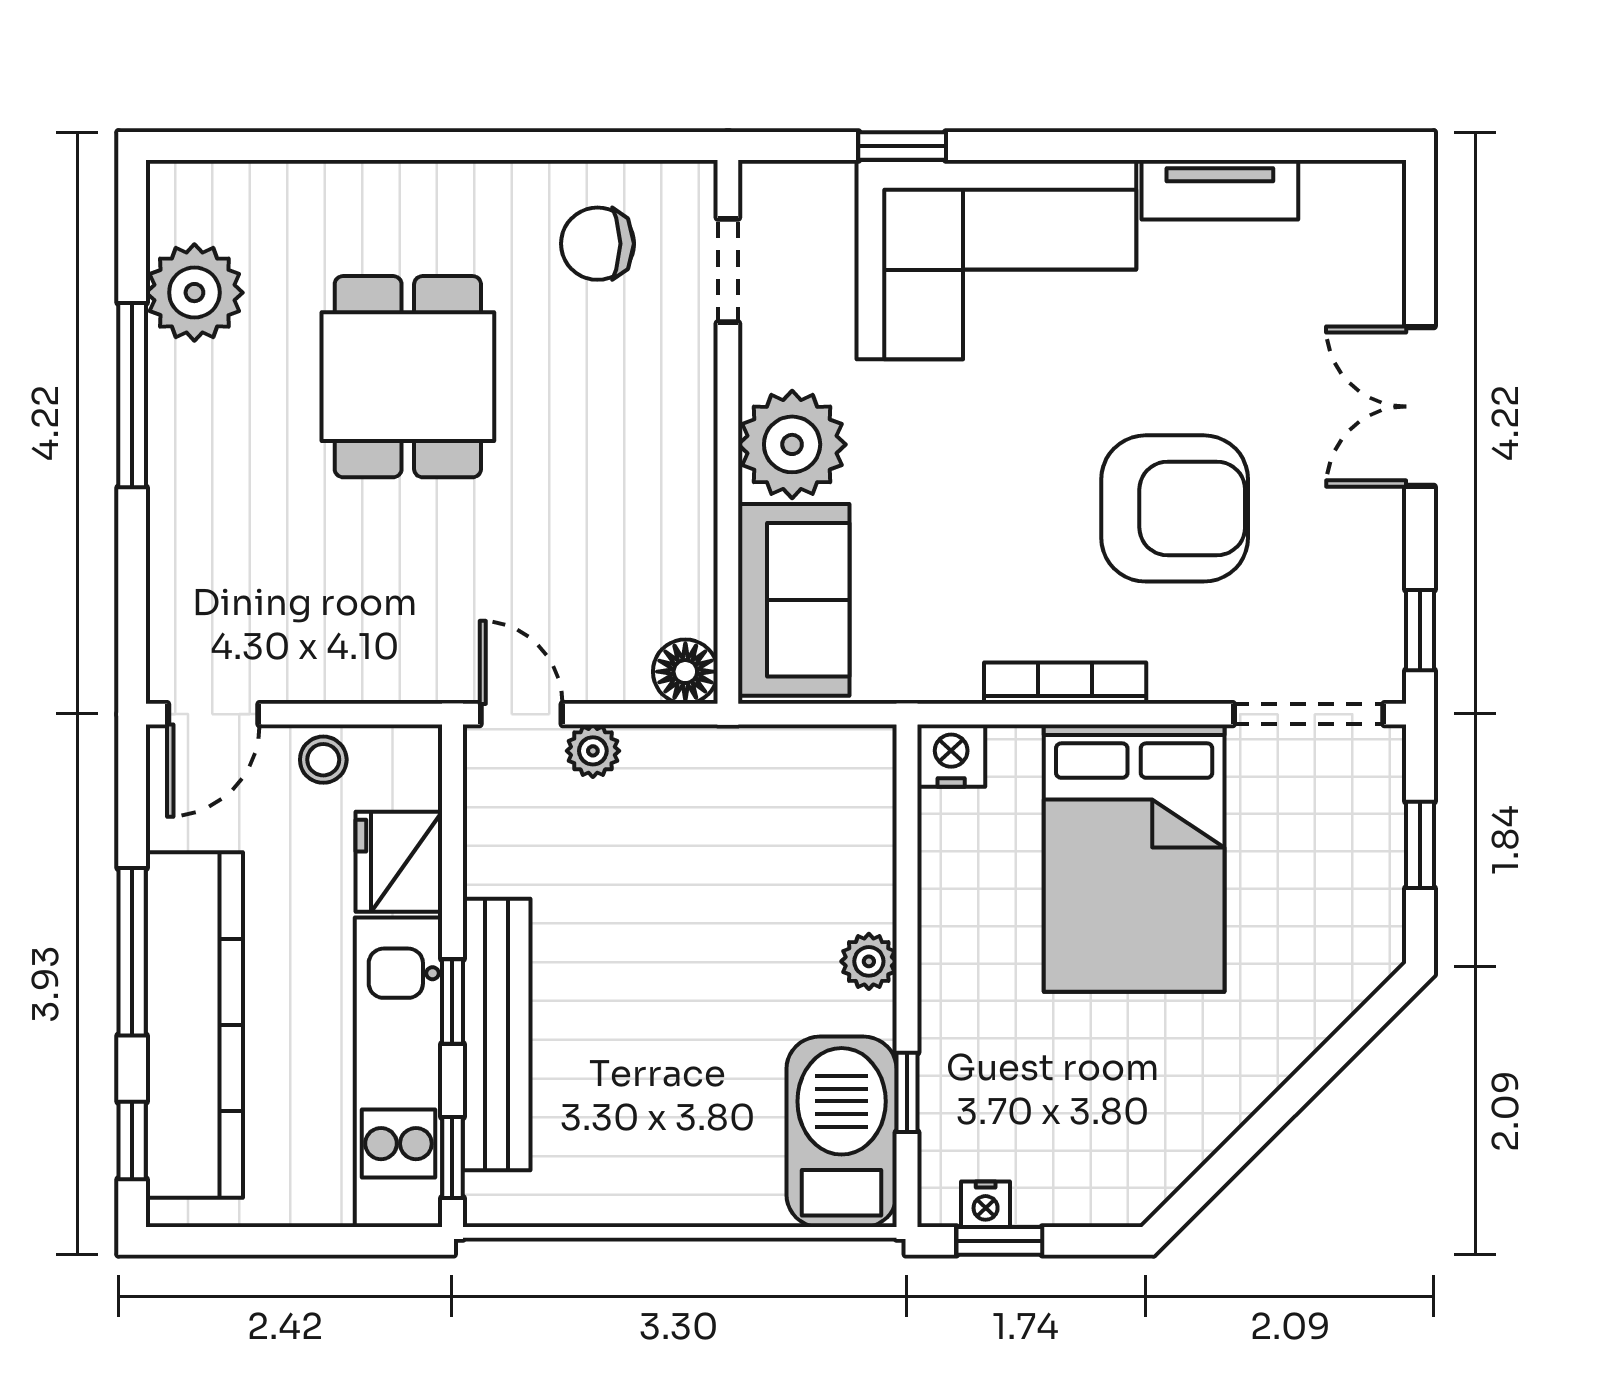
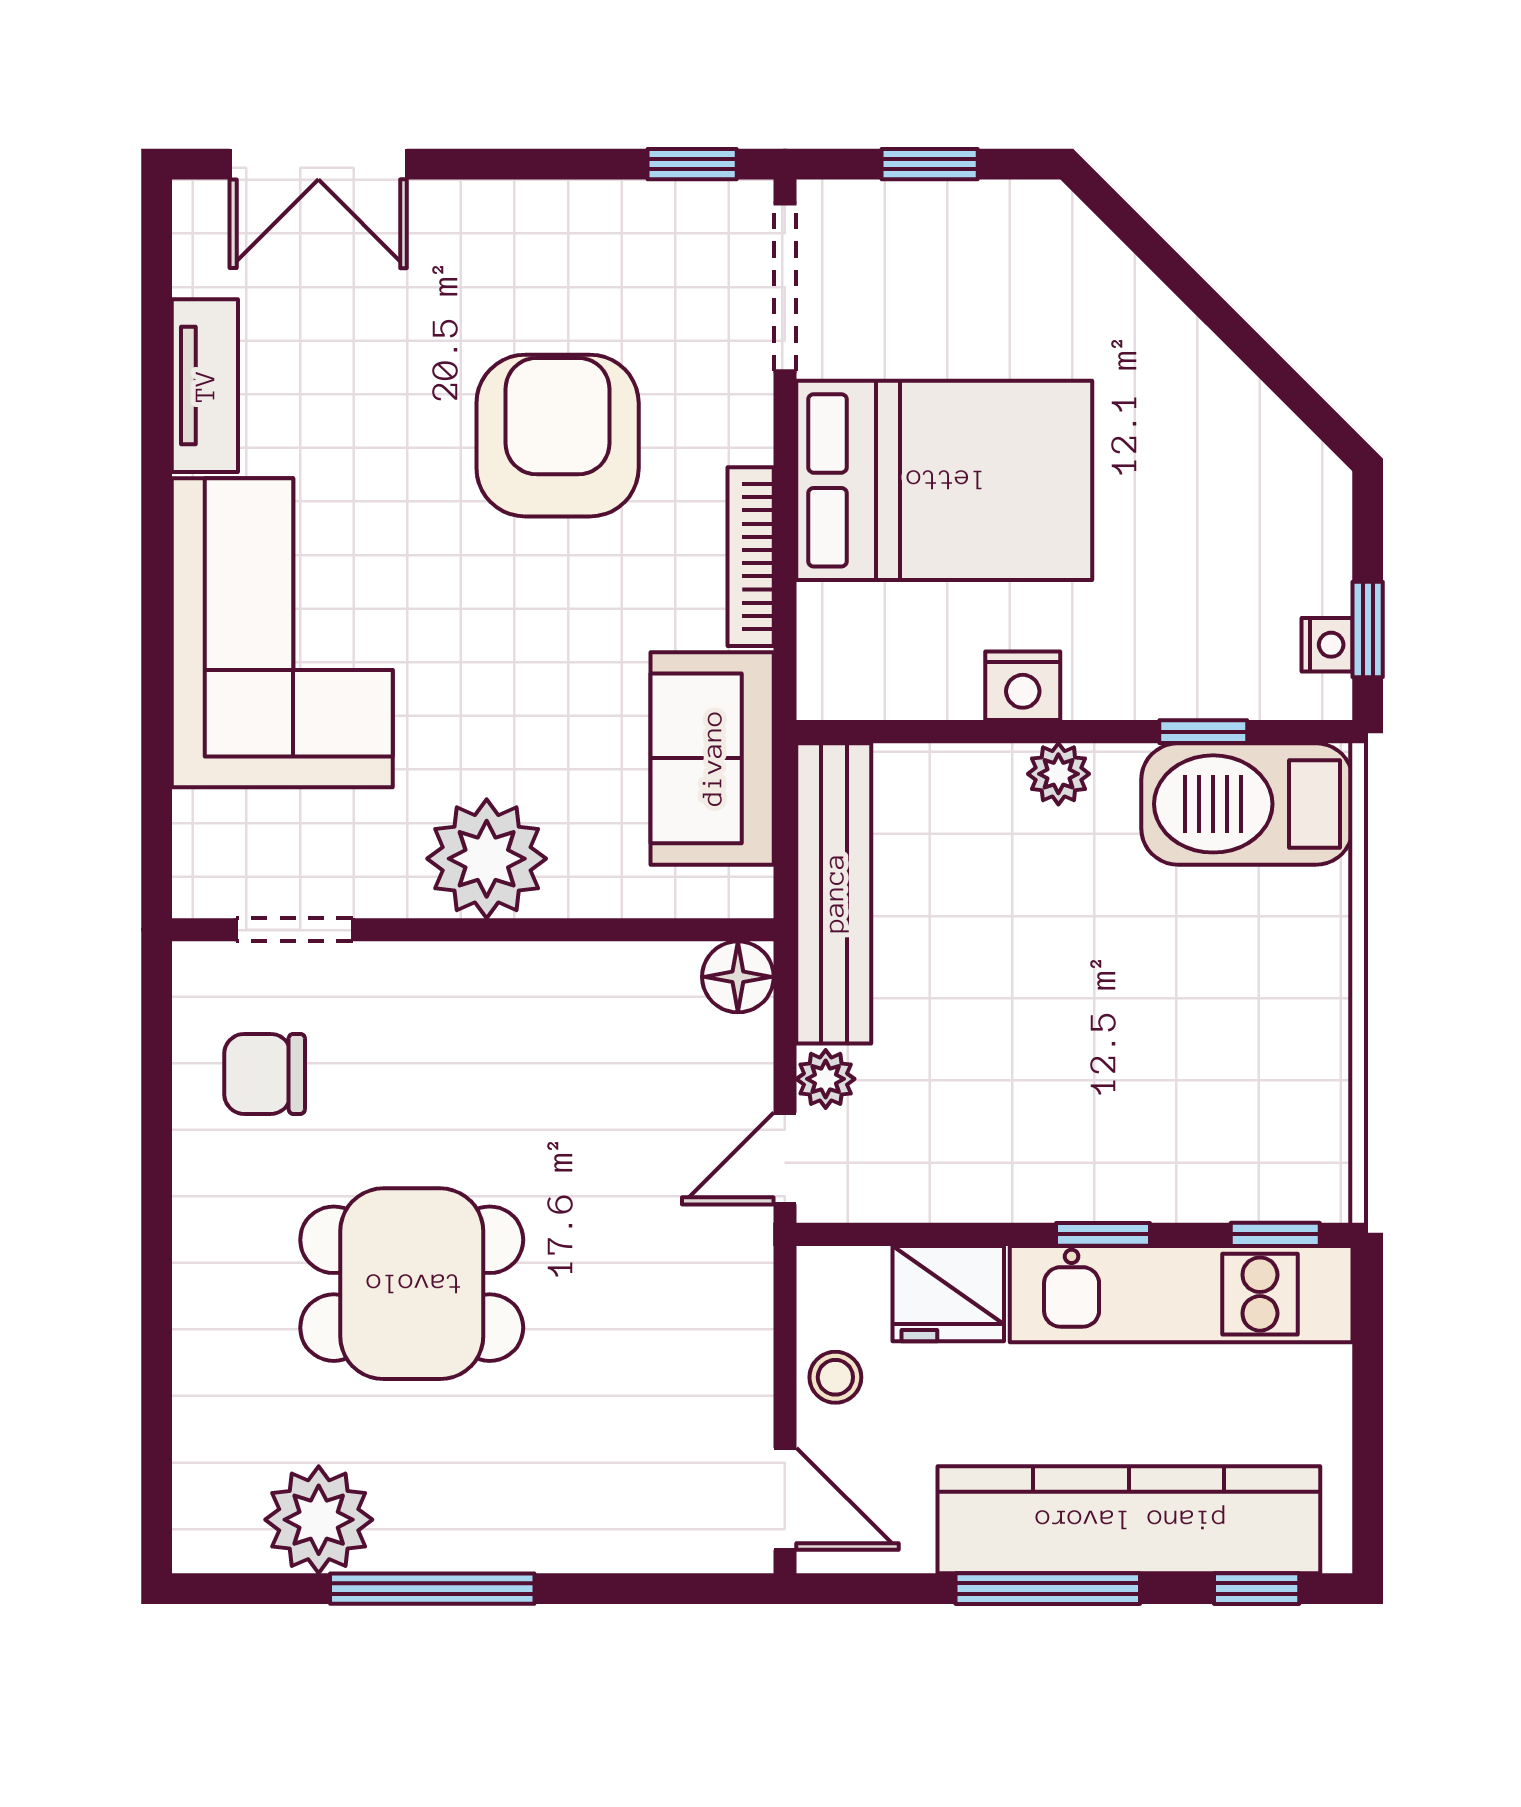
window: (902, 146) -> (157, 737), removed
chair: (597, 244) -> (265, 1074), turned 90
double door: (1420, 407) -> (318, 164), moved
sofa: (794, 600) -> (712, 758), moved, turned -90
nightstand: (951, 756) -> (1023, 686), moved, turned -90
bench: (497, 1035) -> (834, 893), moved, turned 90

